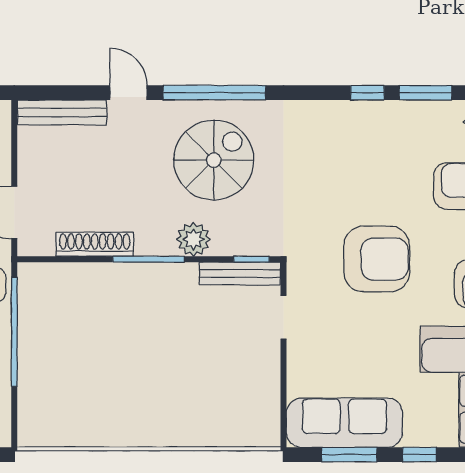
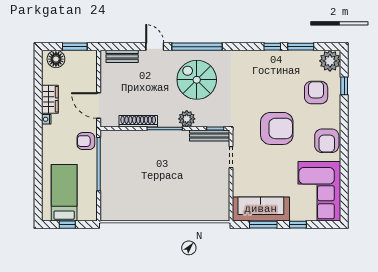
bench: (62, 112) -> (122, 56), width x0.73
spiral stairs: (214, 160) -> (197, 80), turned -90

